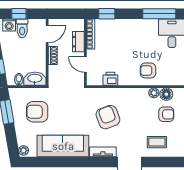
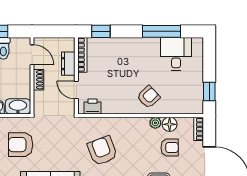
door: (47, 34) -> (32, 55), hinge flipped
armchair: (148, 70) -> (149, 97), turned 137
printer: (110, 79) -> (93, 106), moved

